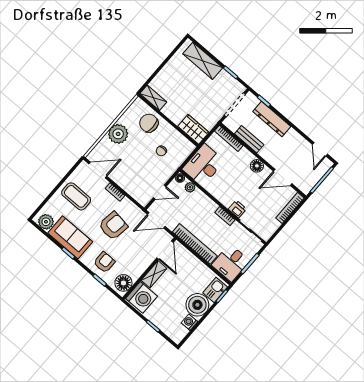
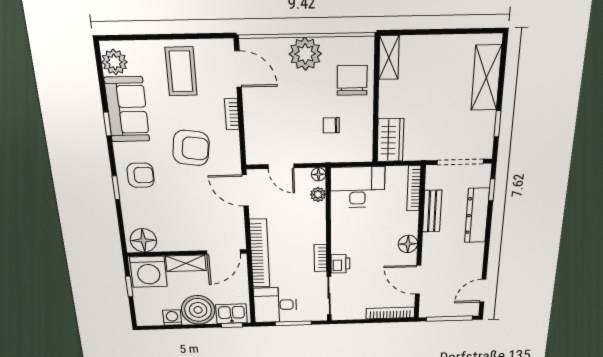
door: (165, 250) -> (223, 252), moved
wall: (149, 268) -> (187, 253), moved
shelving: (154, 274) -> (186, 263), moved
floor lamp: (123, 283) -> (143, 240), moved
washing machine: (141, 297) -> (148, 272), moved

